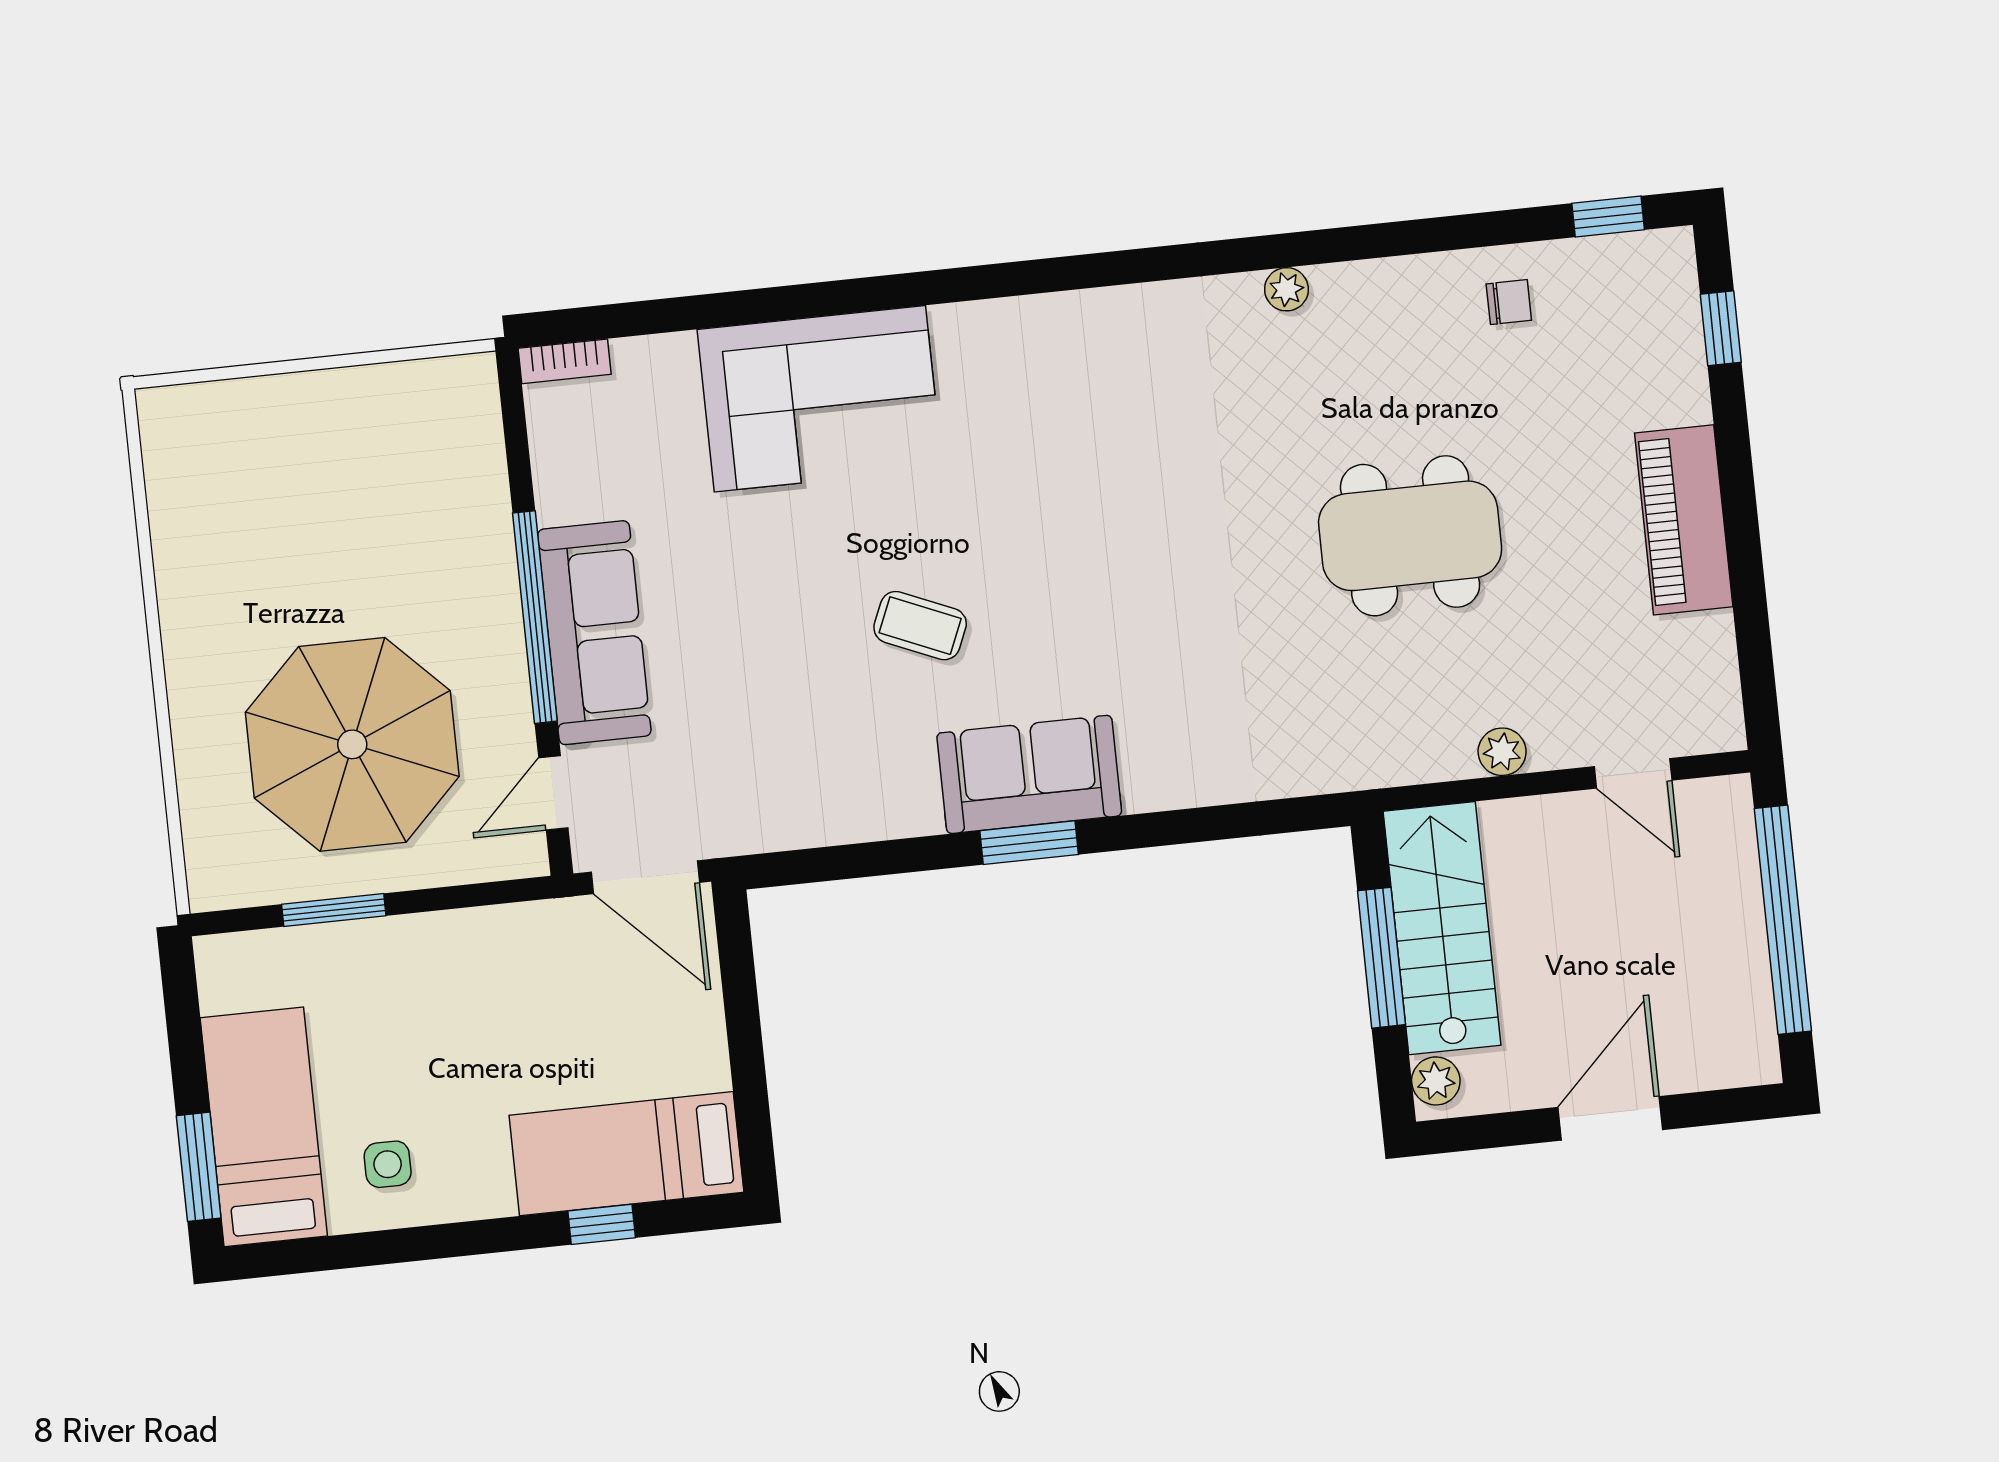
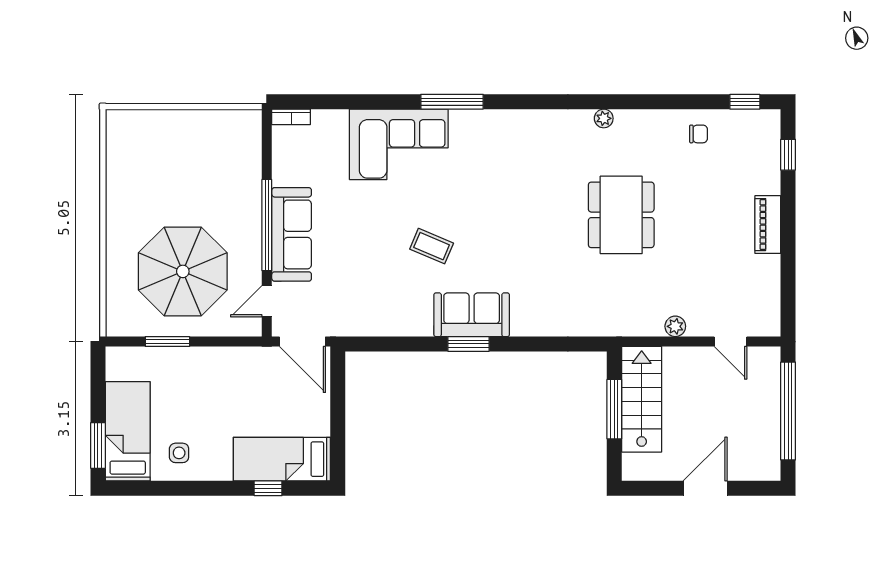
window: (932, 288) -> (452, 102), added
piano: (1684, 520) -> (768, 225), width x0.73, depth x0.75
dining table: (1410, 536) -> (621, 215), moved, turned 90
plant: (1436, 1081) -> (632, 464), removed

